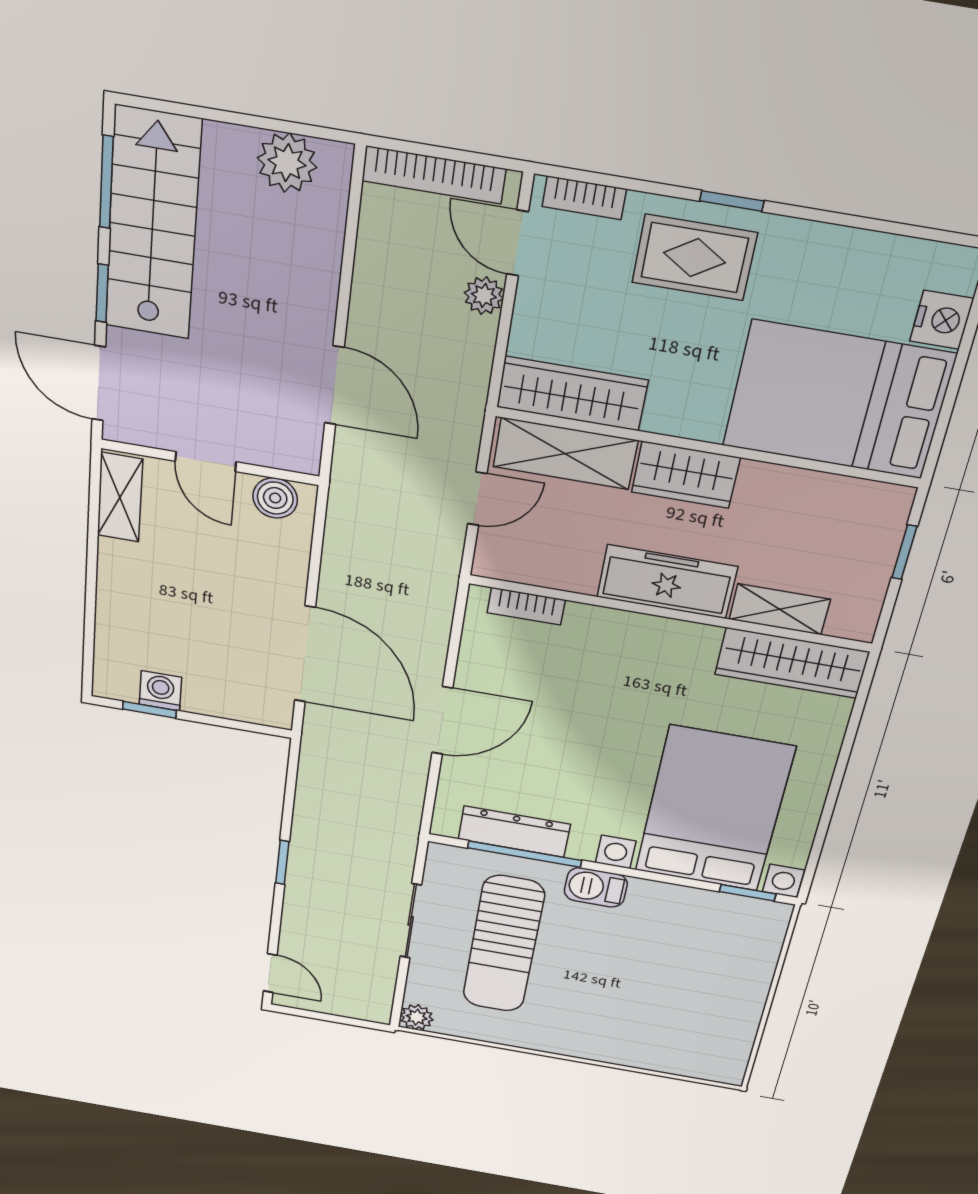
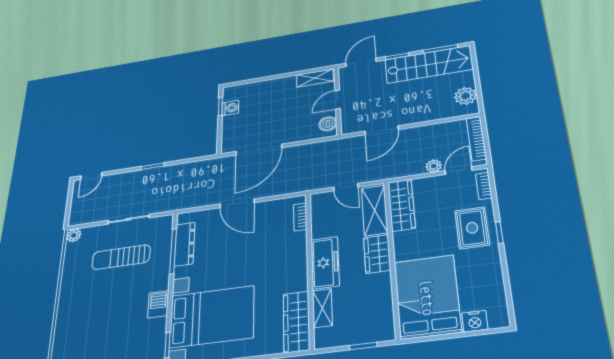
barbecue: (596, 887) -> (158, 304), moved
sun lounger: (503, 944) -> (121, 257), width x0.73, depth x0.75

